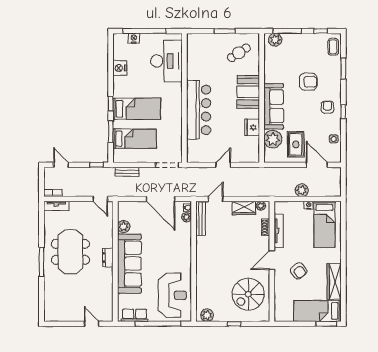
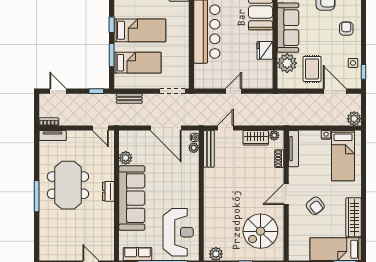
window: (343, 112) -> (363, 72), moved
plant: (302, 190) -> (354, 119), moved
tv unit: (279, 231) -> (293, 149), moved

